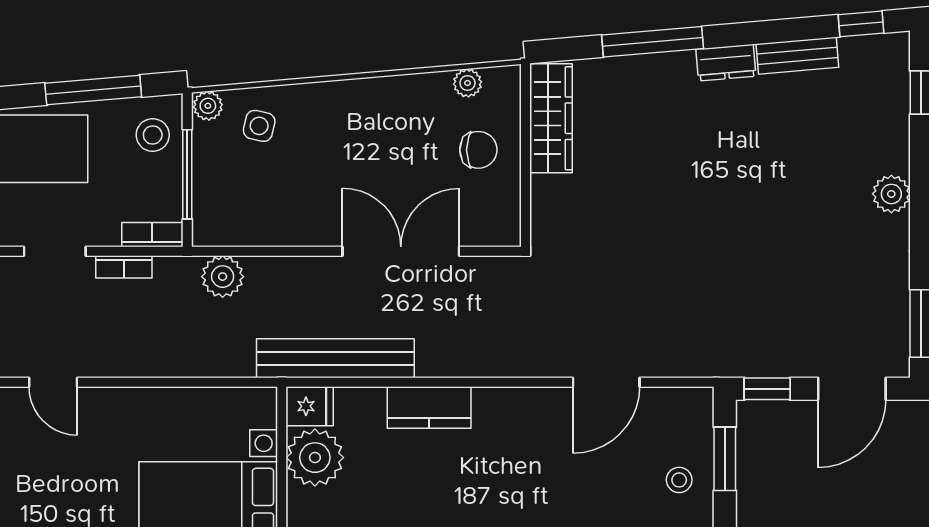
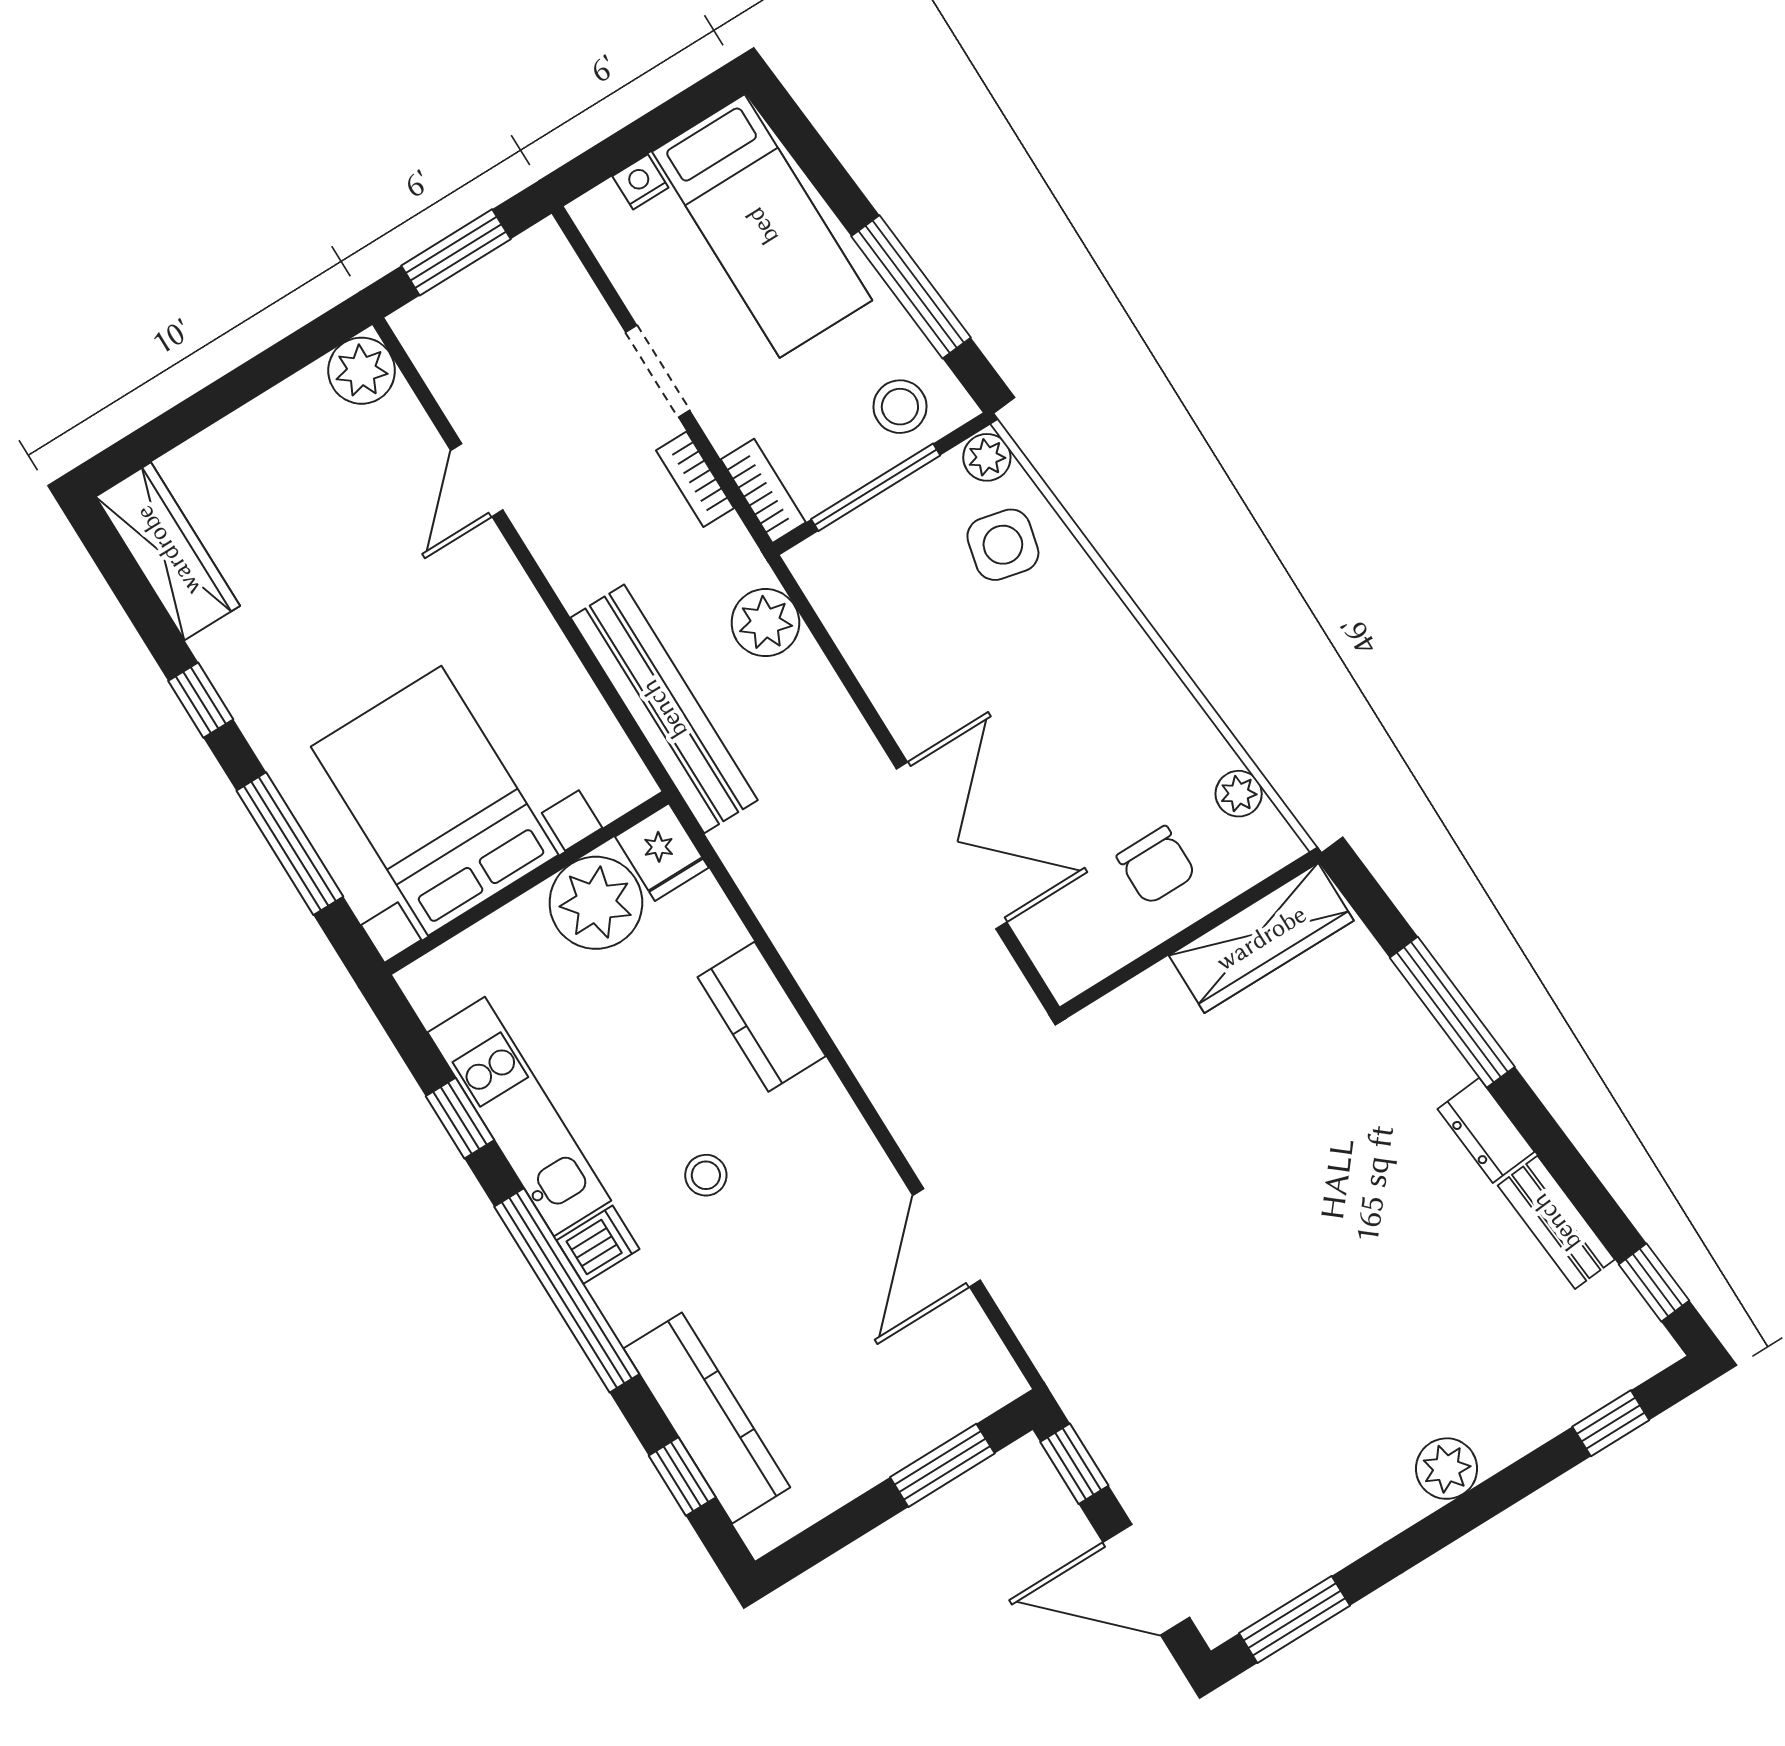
side table: (259, 126) -> (1003, 545), width x1.37, depth x1.37
bench: (335, 358) -> (664, 709), moved
door: (606, 382) -> (947, 1238), hinge flipped
stool: (679, 480) -> (706, 1175), moved

